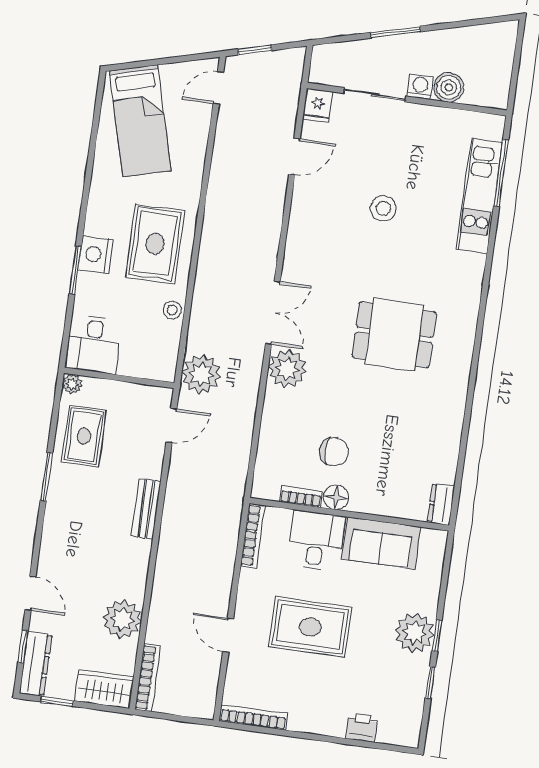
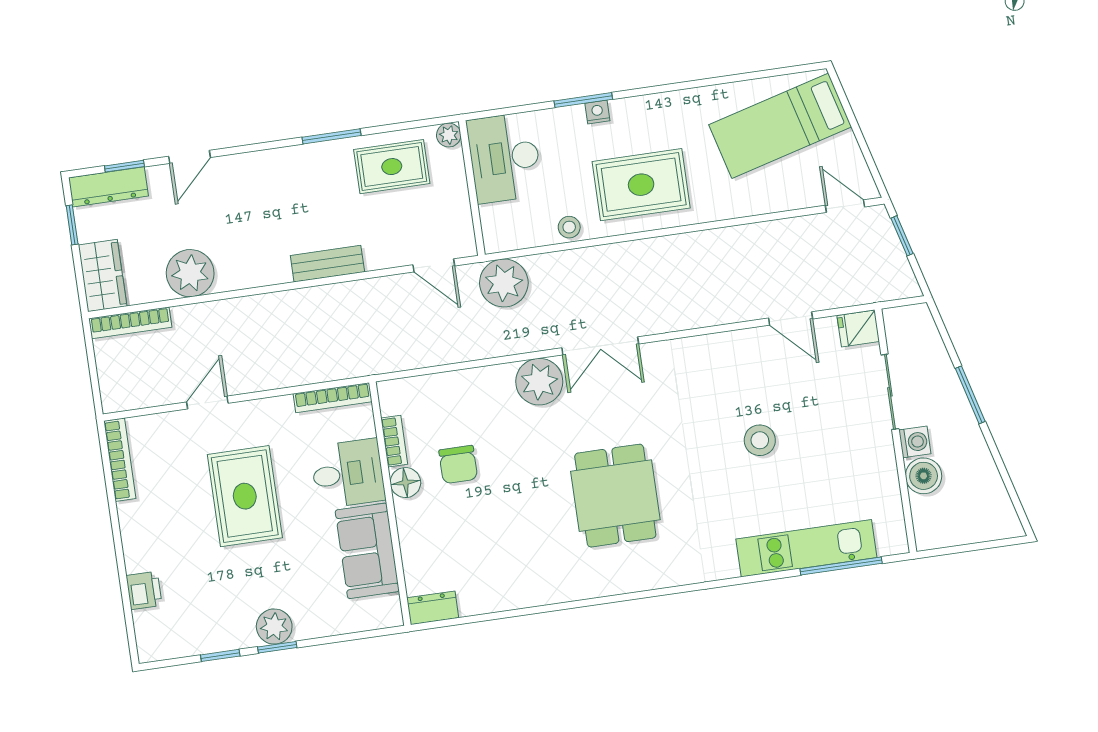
nightstand: (96, 255) -> (597, 112), width x0.53, depth x0.56
desk: (93, 344) -> (505, 158), width x1.37
plant: (415, 633) -> (274, 627), width x0.73, depth x0.73

